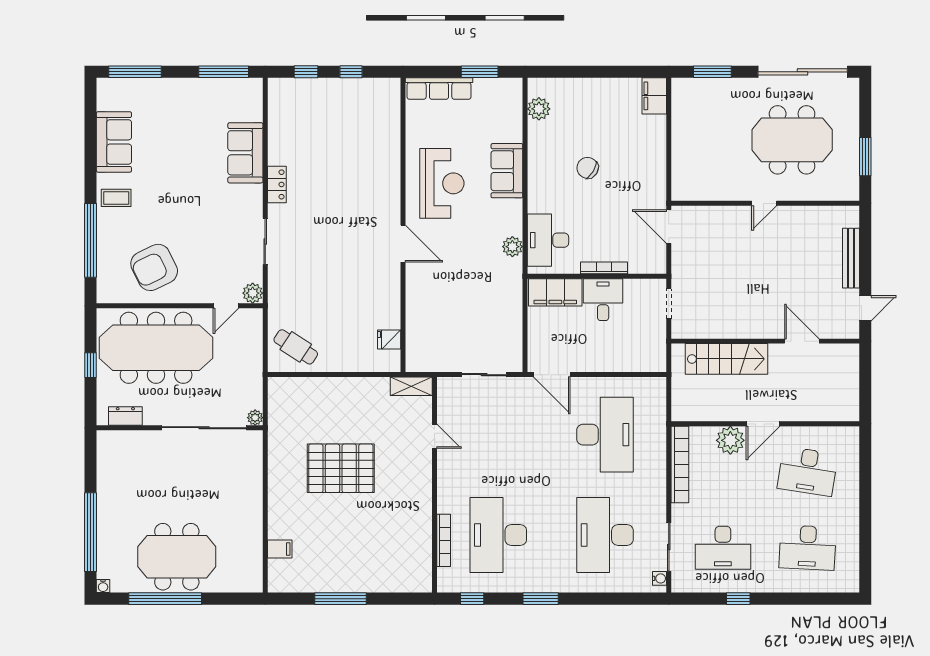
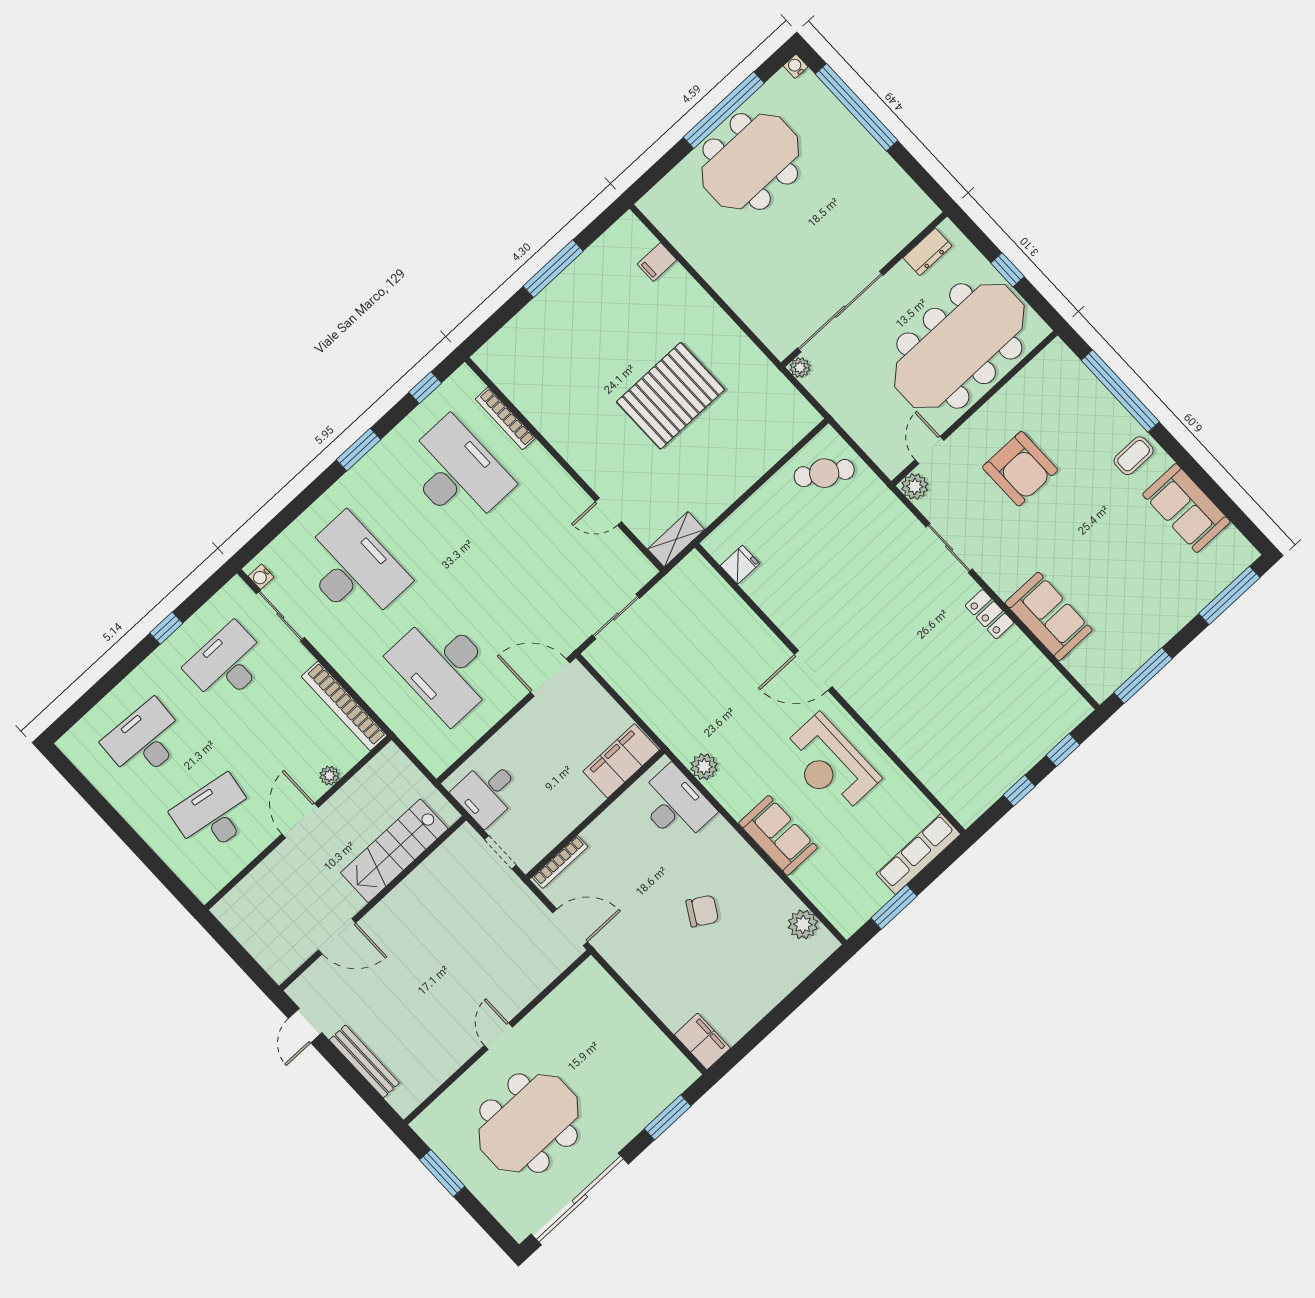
armchair: (154, 267) -> (1020, 469), moved, turned 116
bookcase: (604, 268) -> (560, 862), moved
desk: (603, 300) -> (487, 792), moved, turned 90
plant: (730, 440) -> (329, 776), width x0.53, depth x0.53

